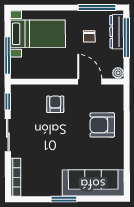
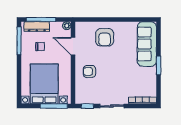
bed with nightstands: (38, 34) -> (44, 84), width x1.36
door: (90, 81) -> (73, 46), hinge flipped

